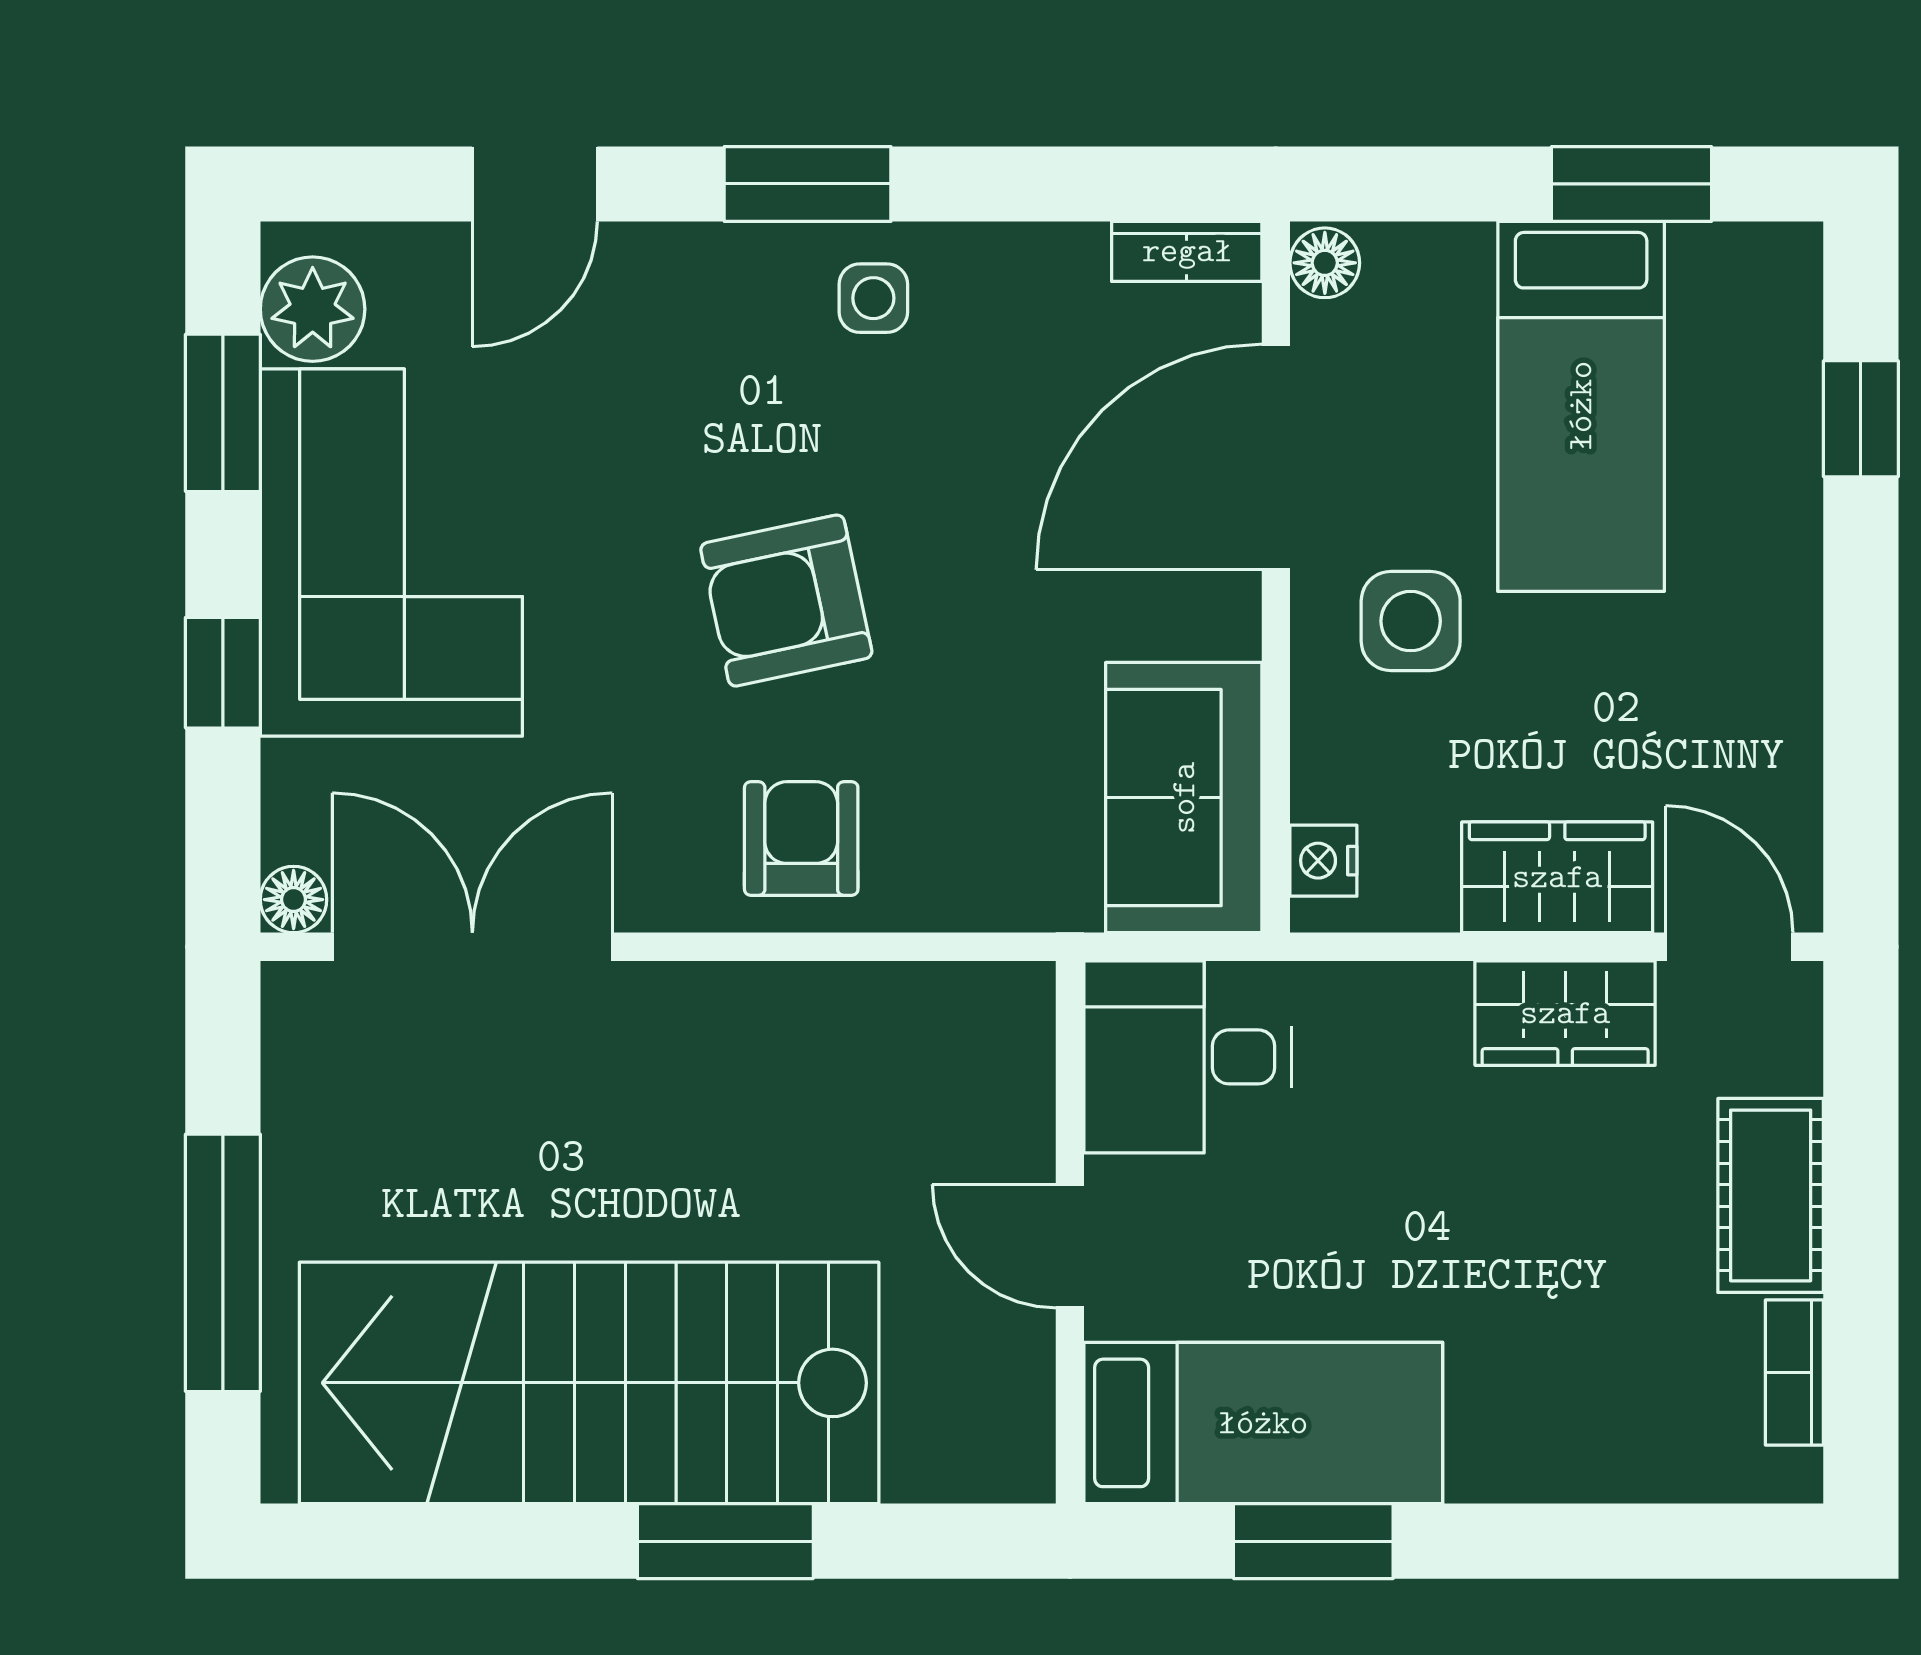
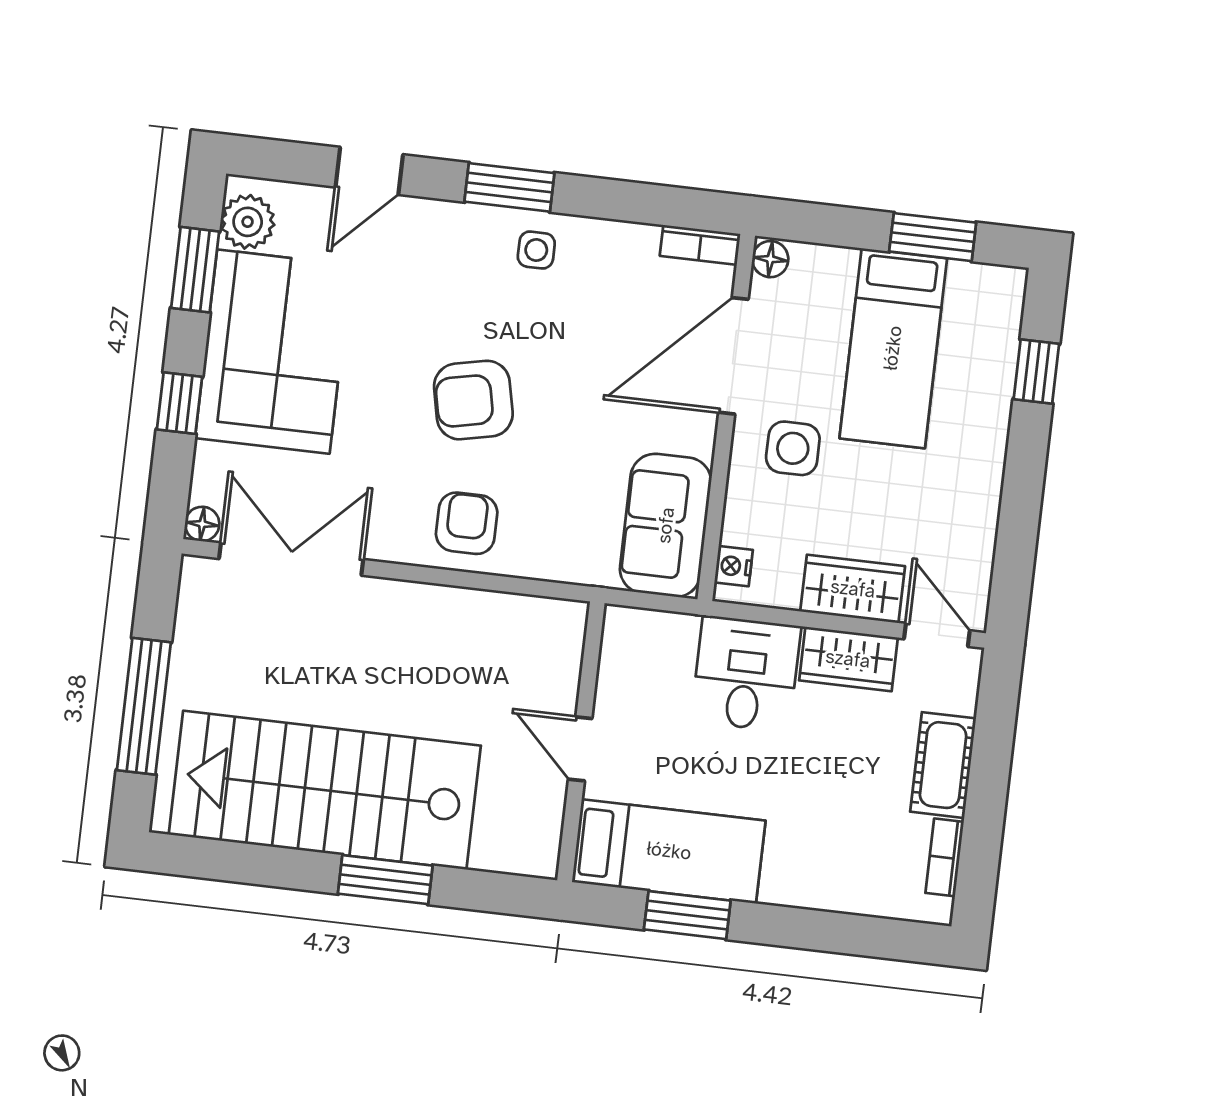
desk: (1188, 1057) -> (746, 674), moved, turned 90

